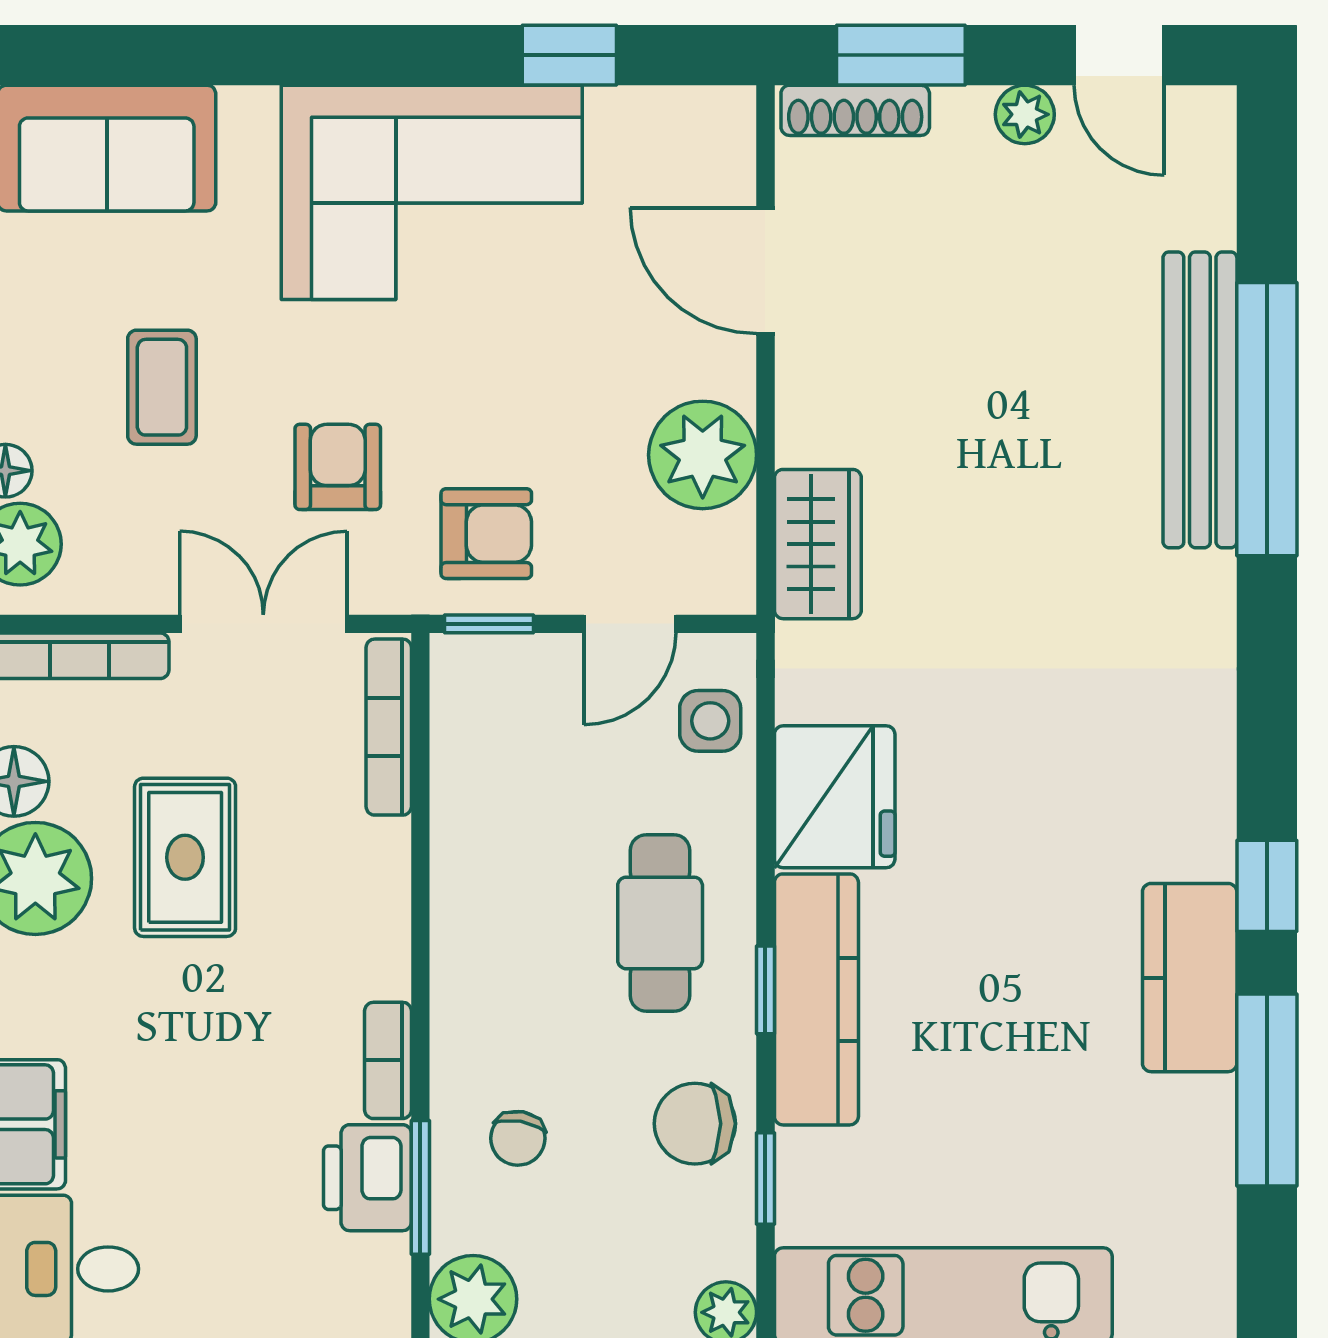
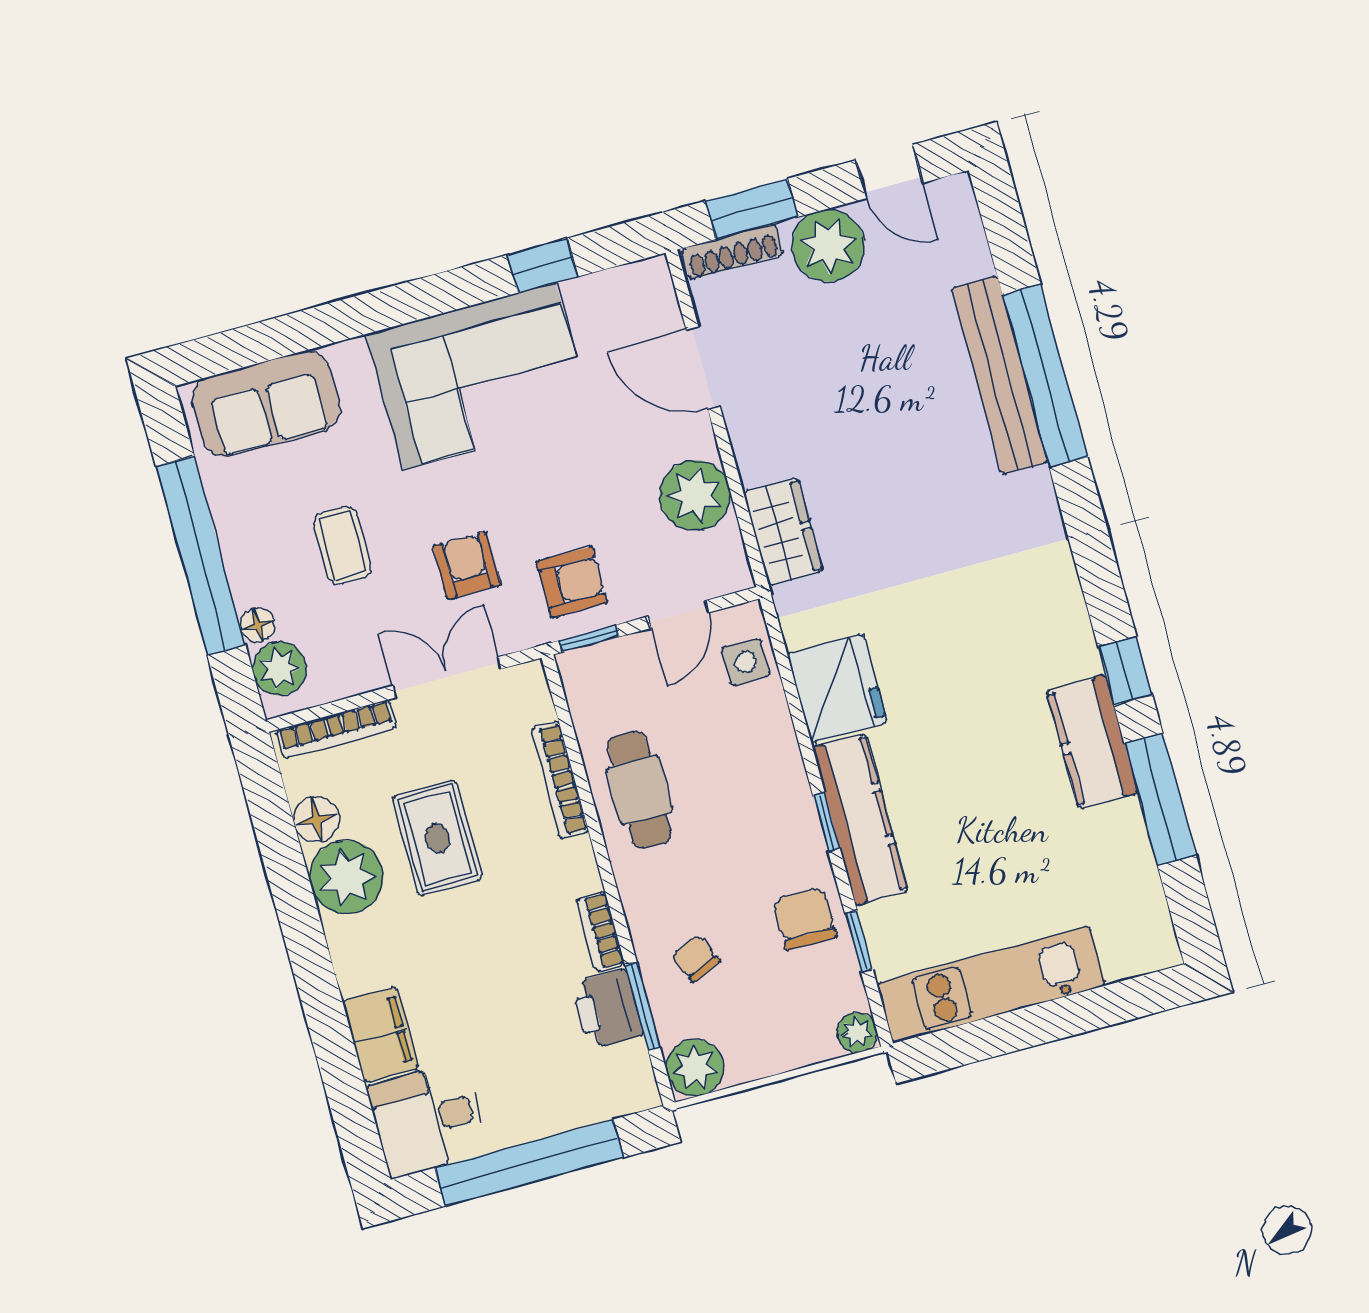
plant: (1025, 114) -> (828, 246), width x1.88, depth x1.88
bookcase: (389, 727) -> (560, 780), moved
cafe table: (660, 923) -> (639, 790), moved
chair: (695, 1124) -> (805, 919), turned 90
chair: (518, 1138) -> (696, 958), turned 146

